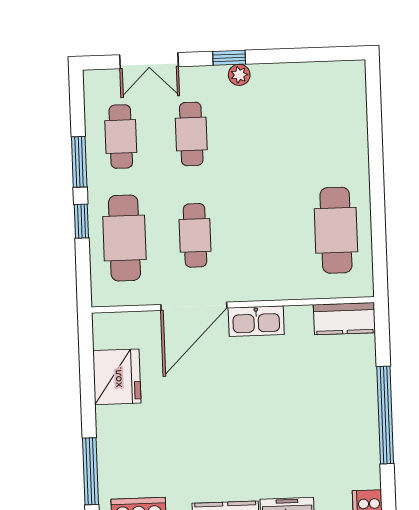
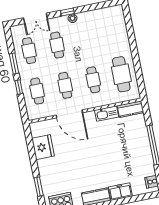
cafe table: (265, 233) -> (93, 80), added
cafe table: (124, 238) -> (37, 91), width x0.73, depth x0.74
door: (194, 306) -> (69, 114), hinge flipped
kitchen sink: (256, 321) -> (107, 114), moved
window: (91, 471) -> (39, 187), width x0.69

